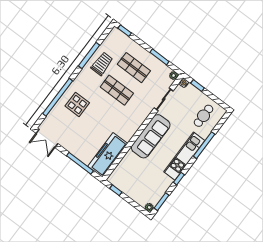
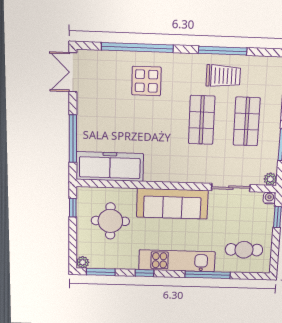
round table: (137, 176) -> (110, 221), added

